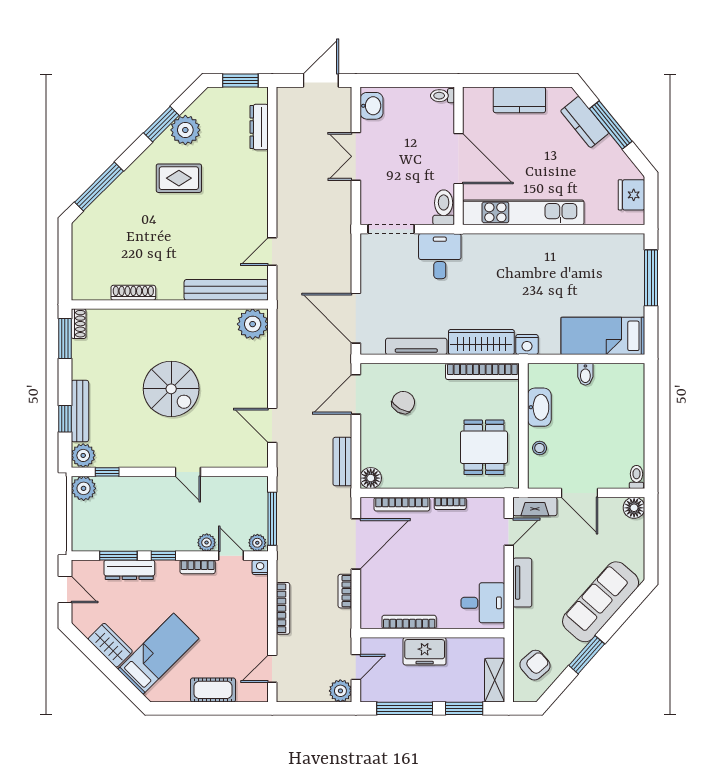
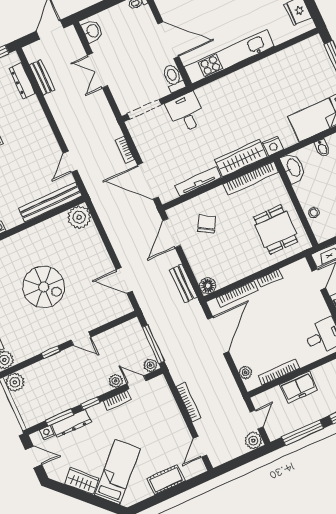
bench: (285, 134) -> (42, 77), added
washbasin: (539, 407) -> (293, 168), moved
window: (107, 472) -> (51, 352), moved
nightstand: (260, 567) -> (47, 433), moved
bookcase: (345, 591) -> (125, 150), moved
plant: (369, 604) -> (246, 372), added

